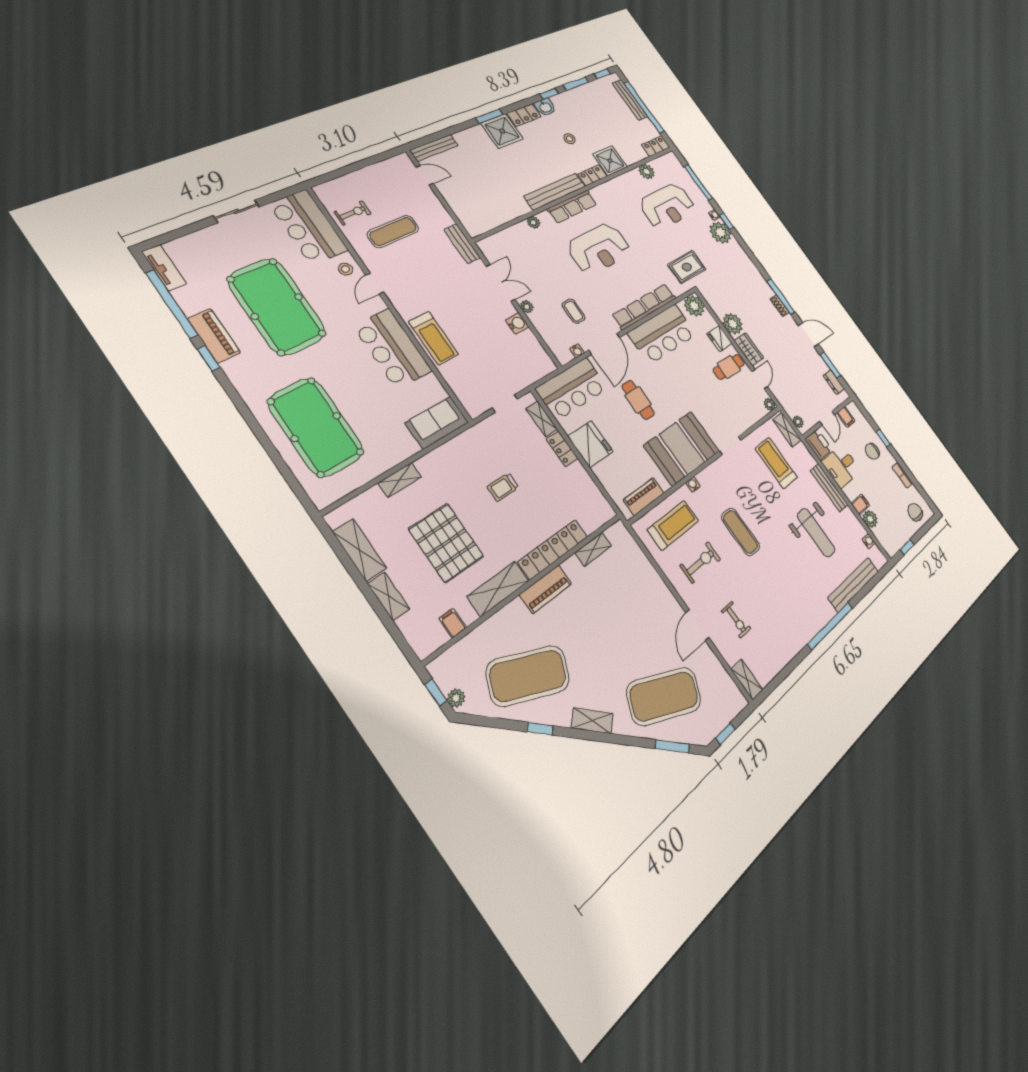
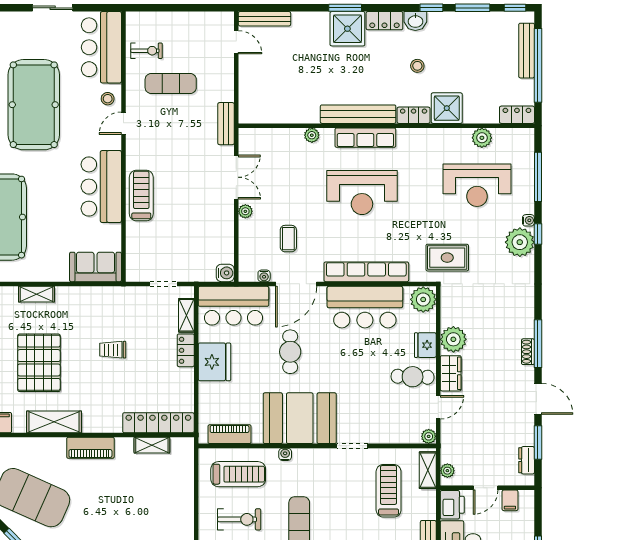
water cooler: (517, 323) -> (225, 273), moved
treadmill: (434, 338) -> (141, 196), turned 180
locker: (553, 549) -> (158, 423), moved

